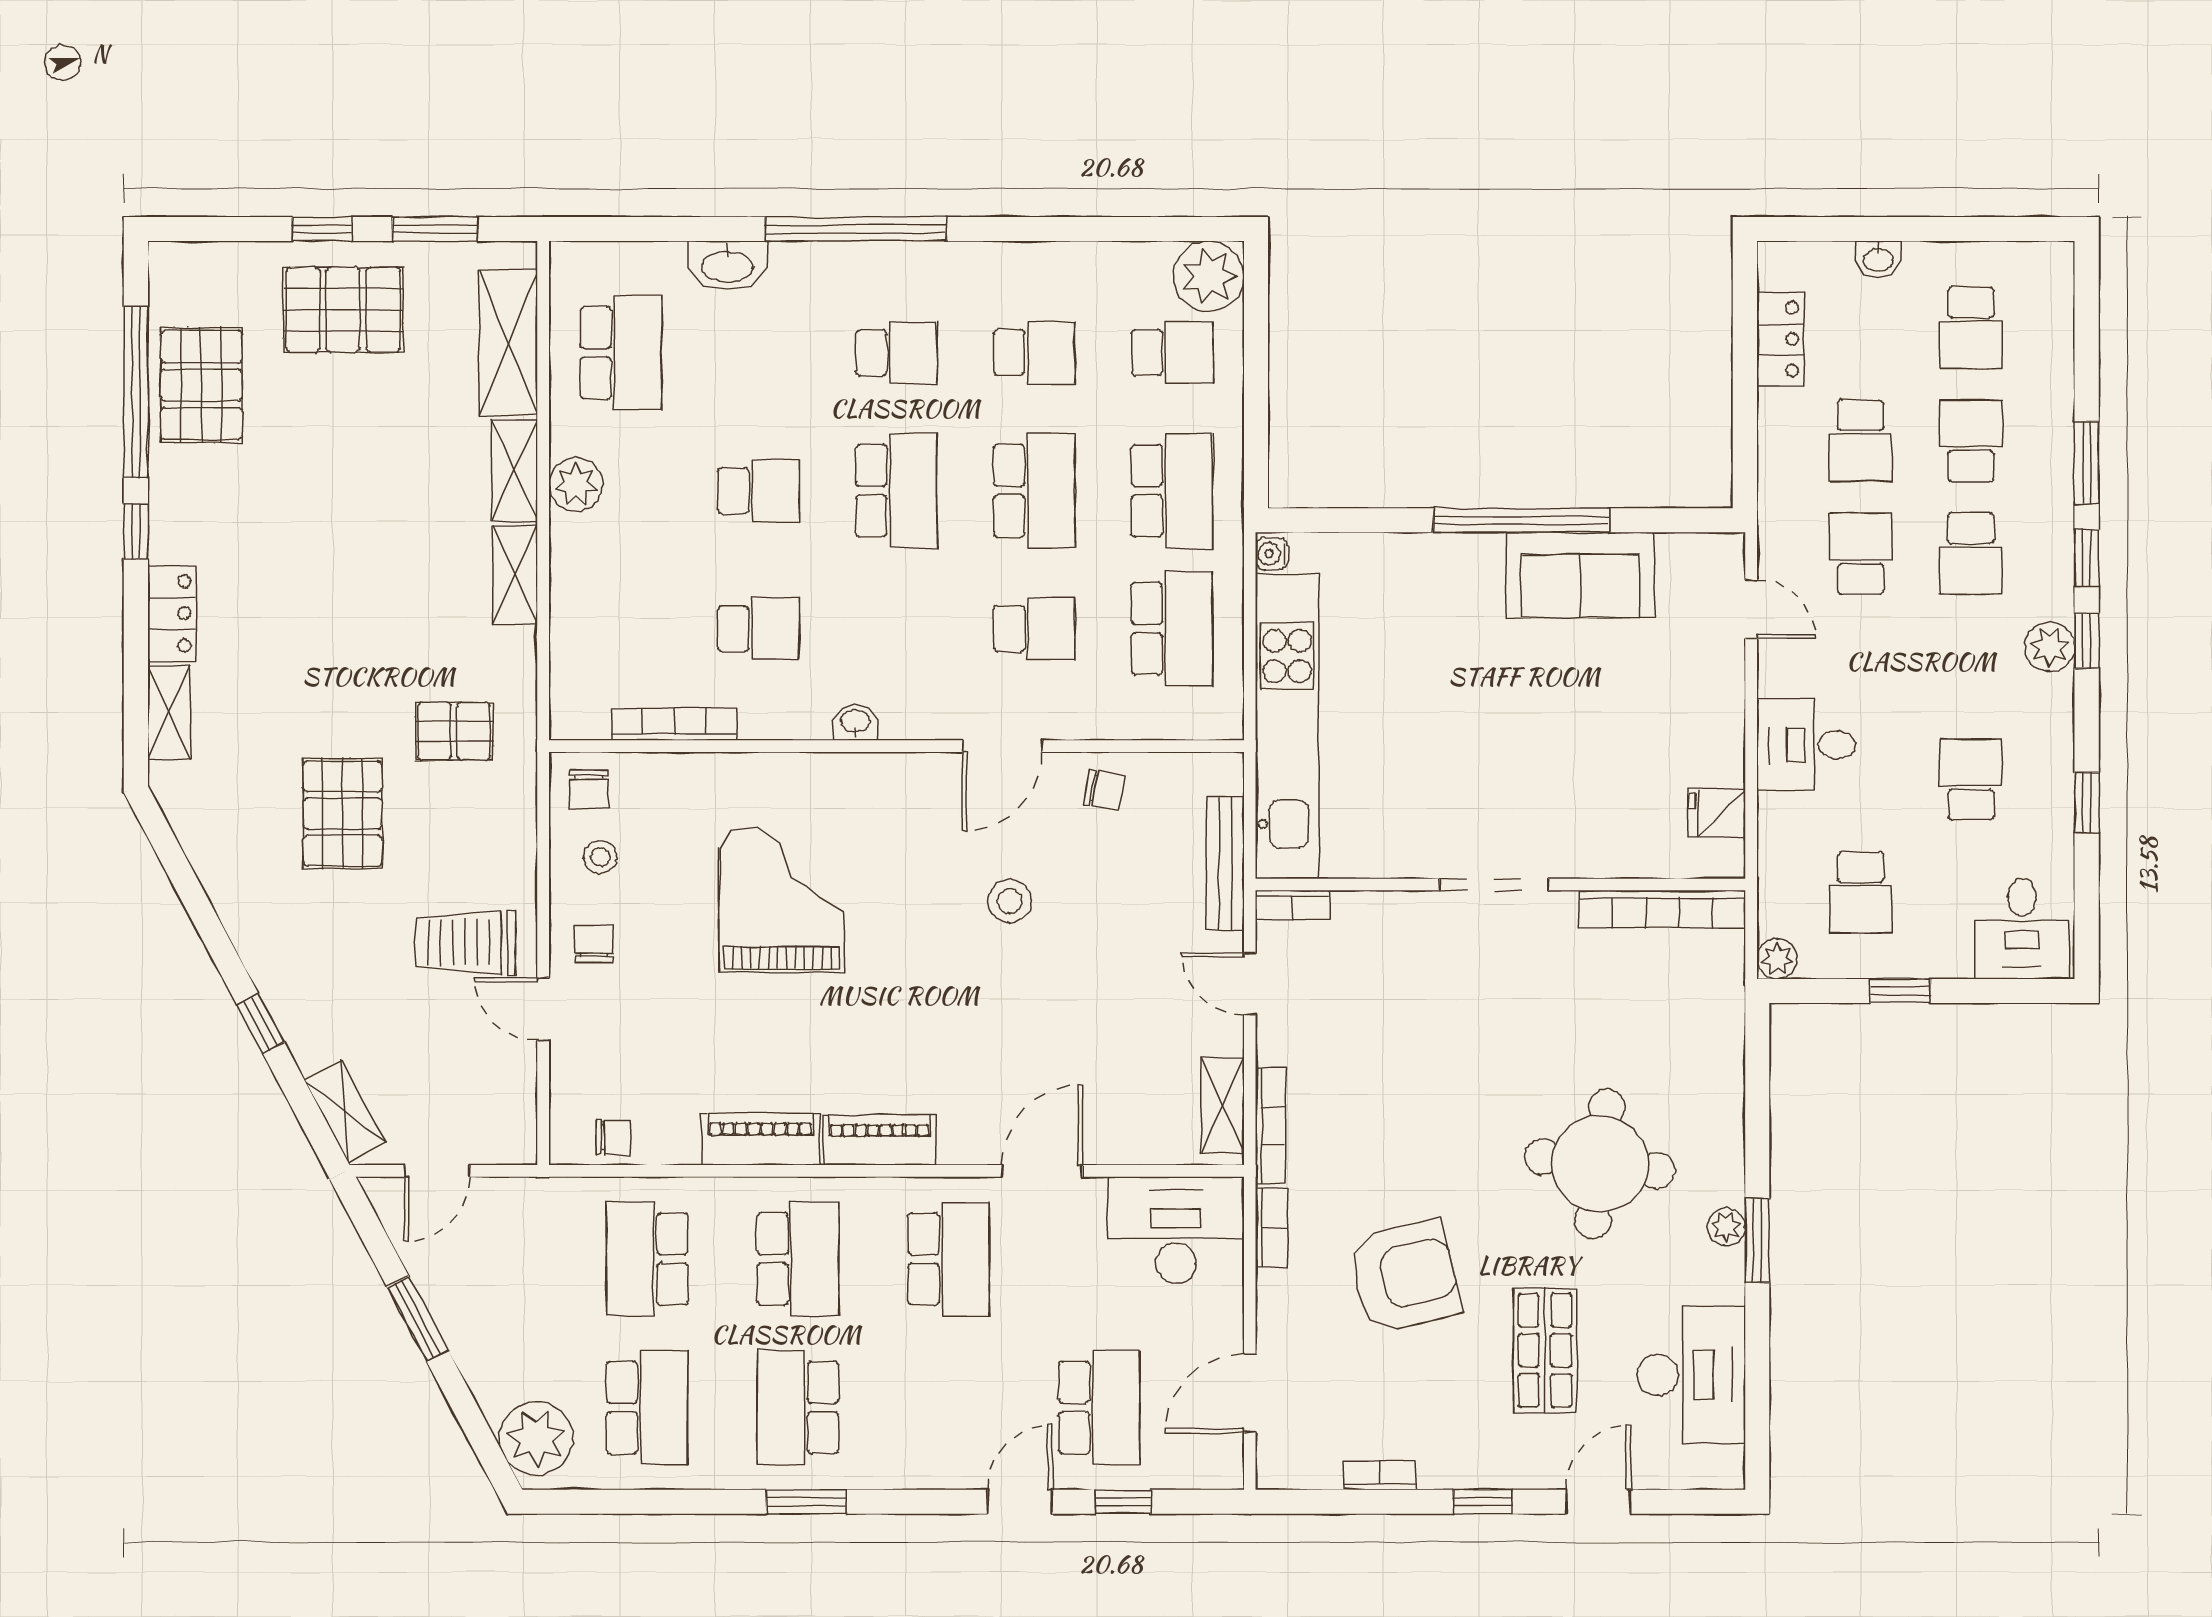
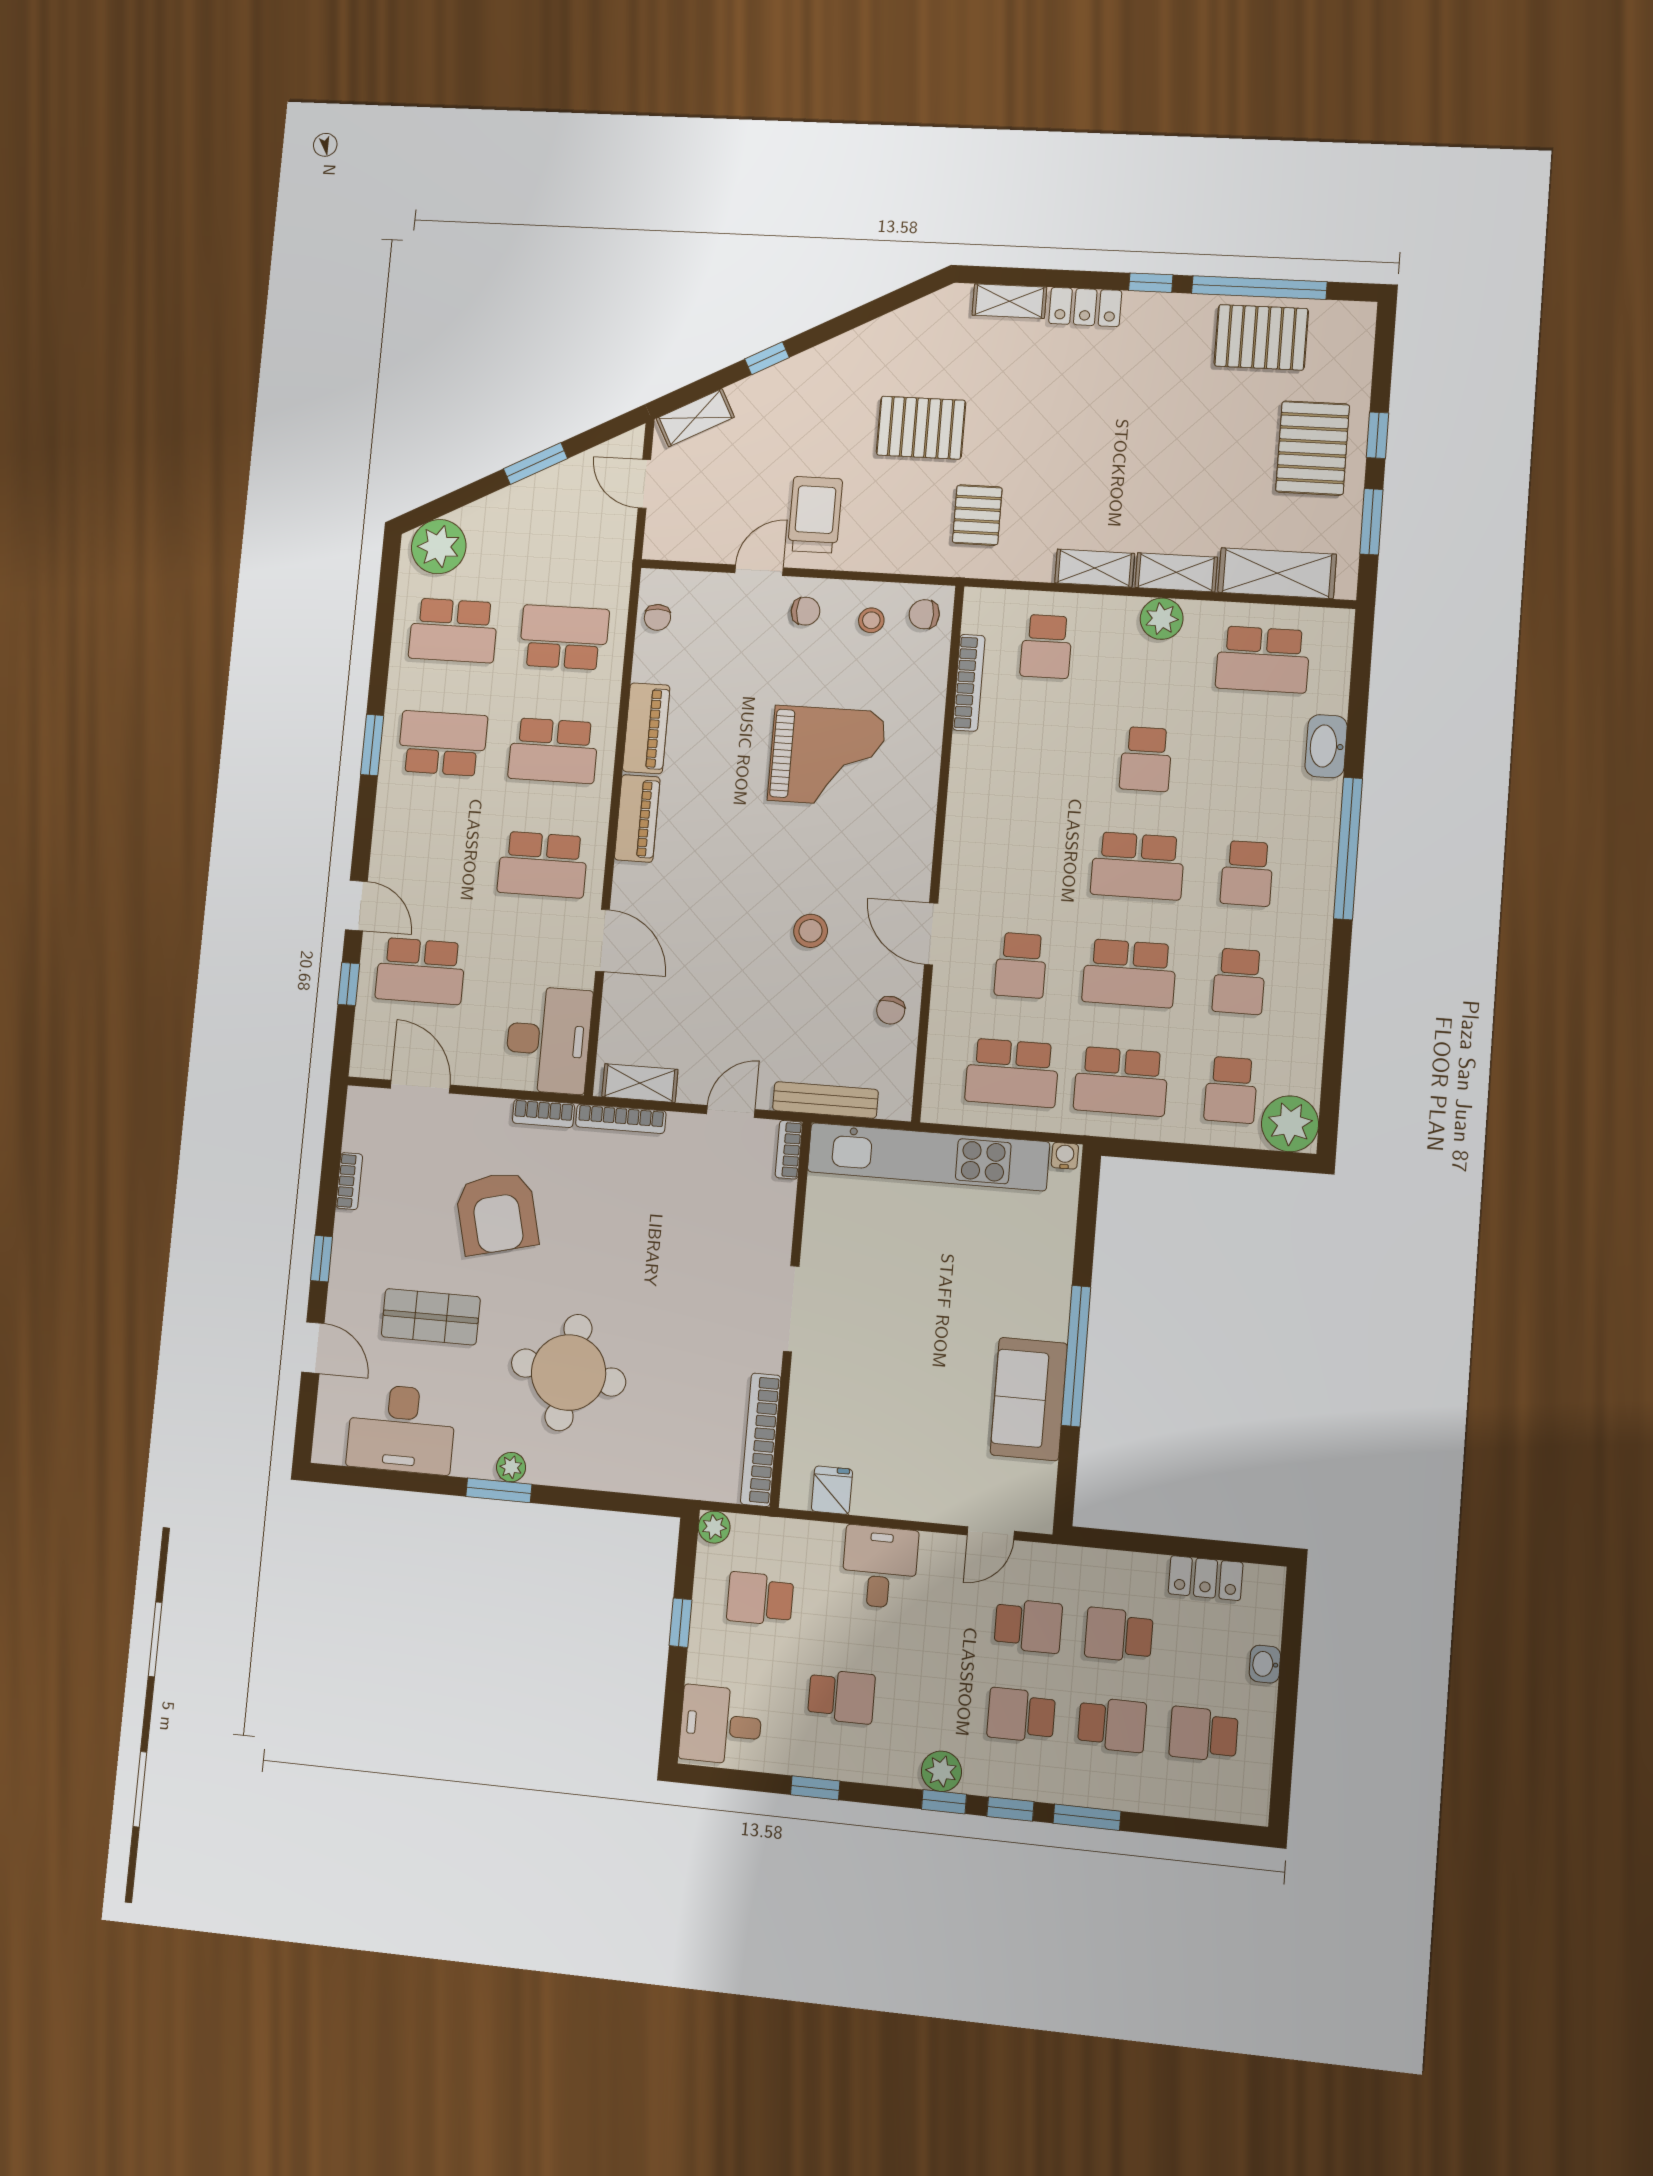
school desk: (759, 629) -> (1046, 646), moved
washbasin: (855, 722) -> (959, 822), removed

